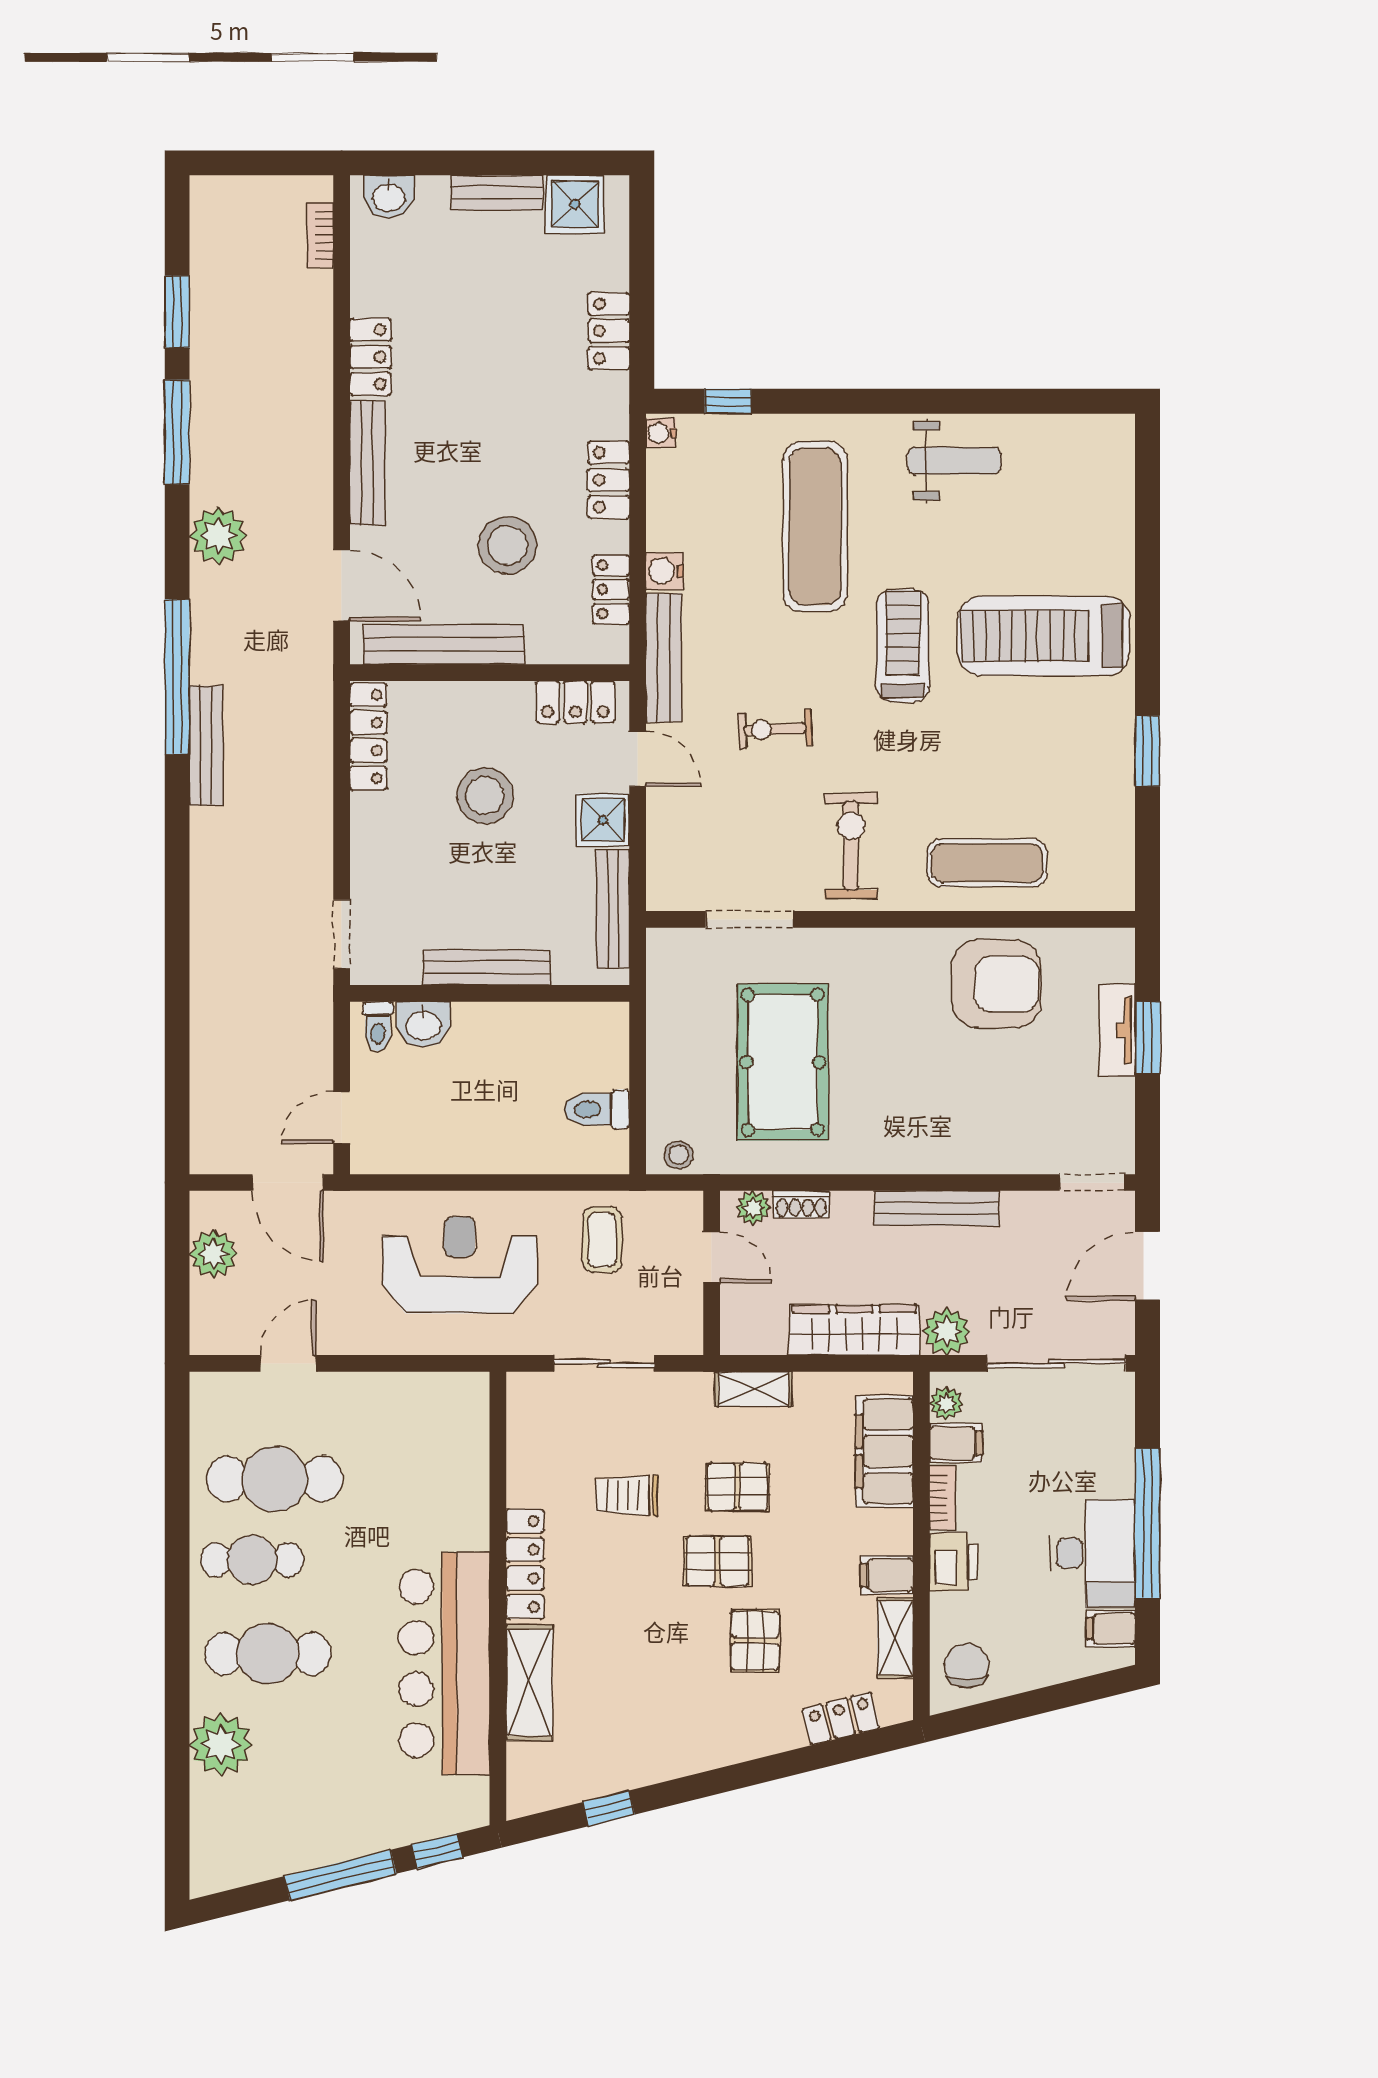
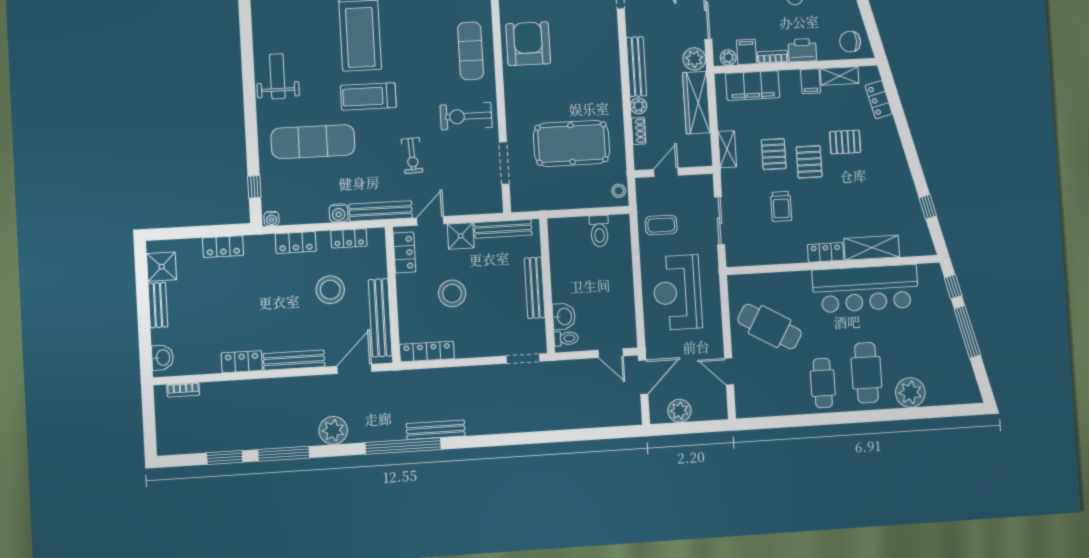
plant: (753, 1208) -> (639, 106), moved
cafe table: (275, 1479) -> (770, 327), moved, turned -60
locker: (525, 1564) -> (826, 252), width x0.66

